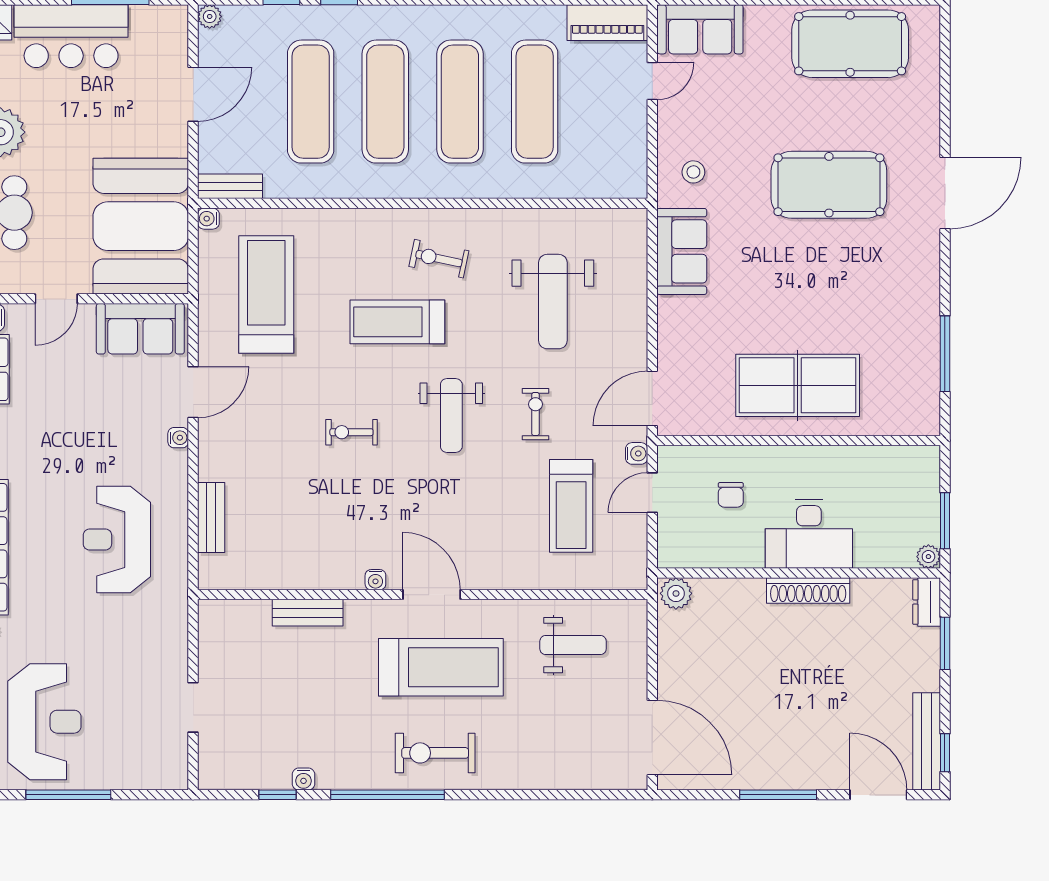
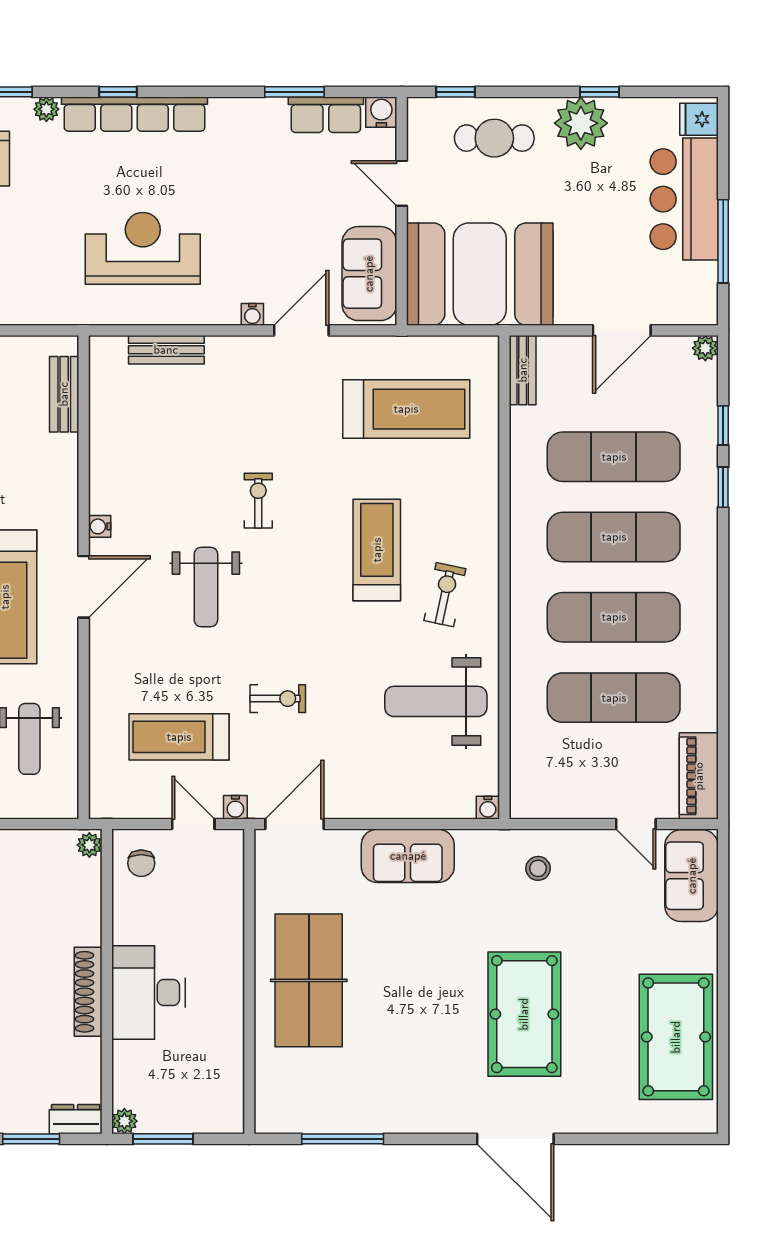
door: (193, 94) -> (622, 330), hinge flipped
water cooler: (208, 219) -> (488, 808), moved, turned 180
sofa: (682, 251) -> (408, 856), moved
weight bench: (553, 302) -> (436, 701), moved
door: (193, 392) -> (301, 330), swing flipped
door: (652, 398) -> (294, 824), hinge flipped
weight bench: (451, 415) -> (206, 587), moved, turned -90
chair: (731, 495) -> (141, 863), moved, turned -90
plant: (676, 593) -> (89, 845), width x0.73, depth x0.73
bench: (308, 613) -> (64, 394), moved

